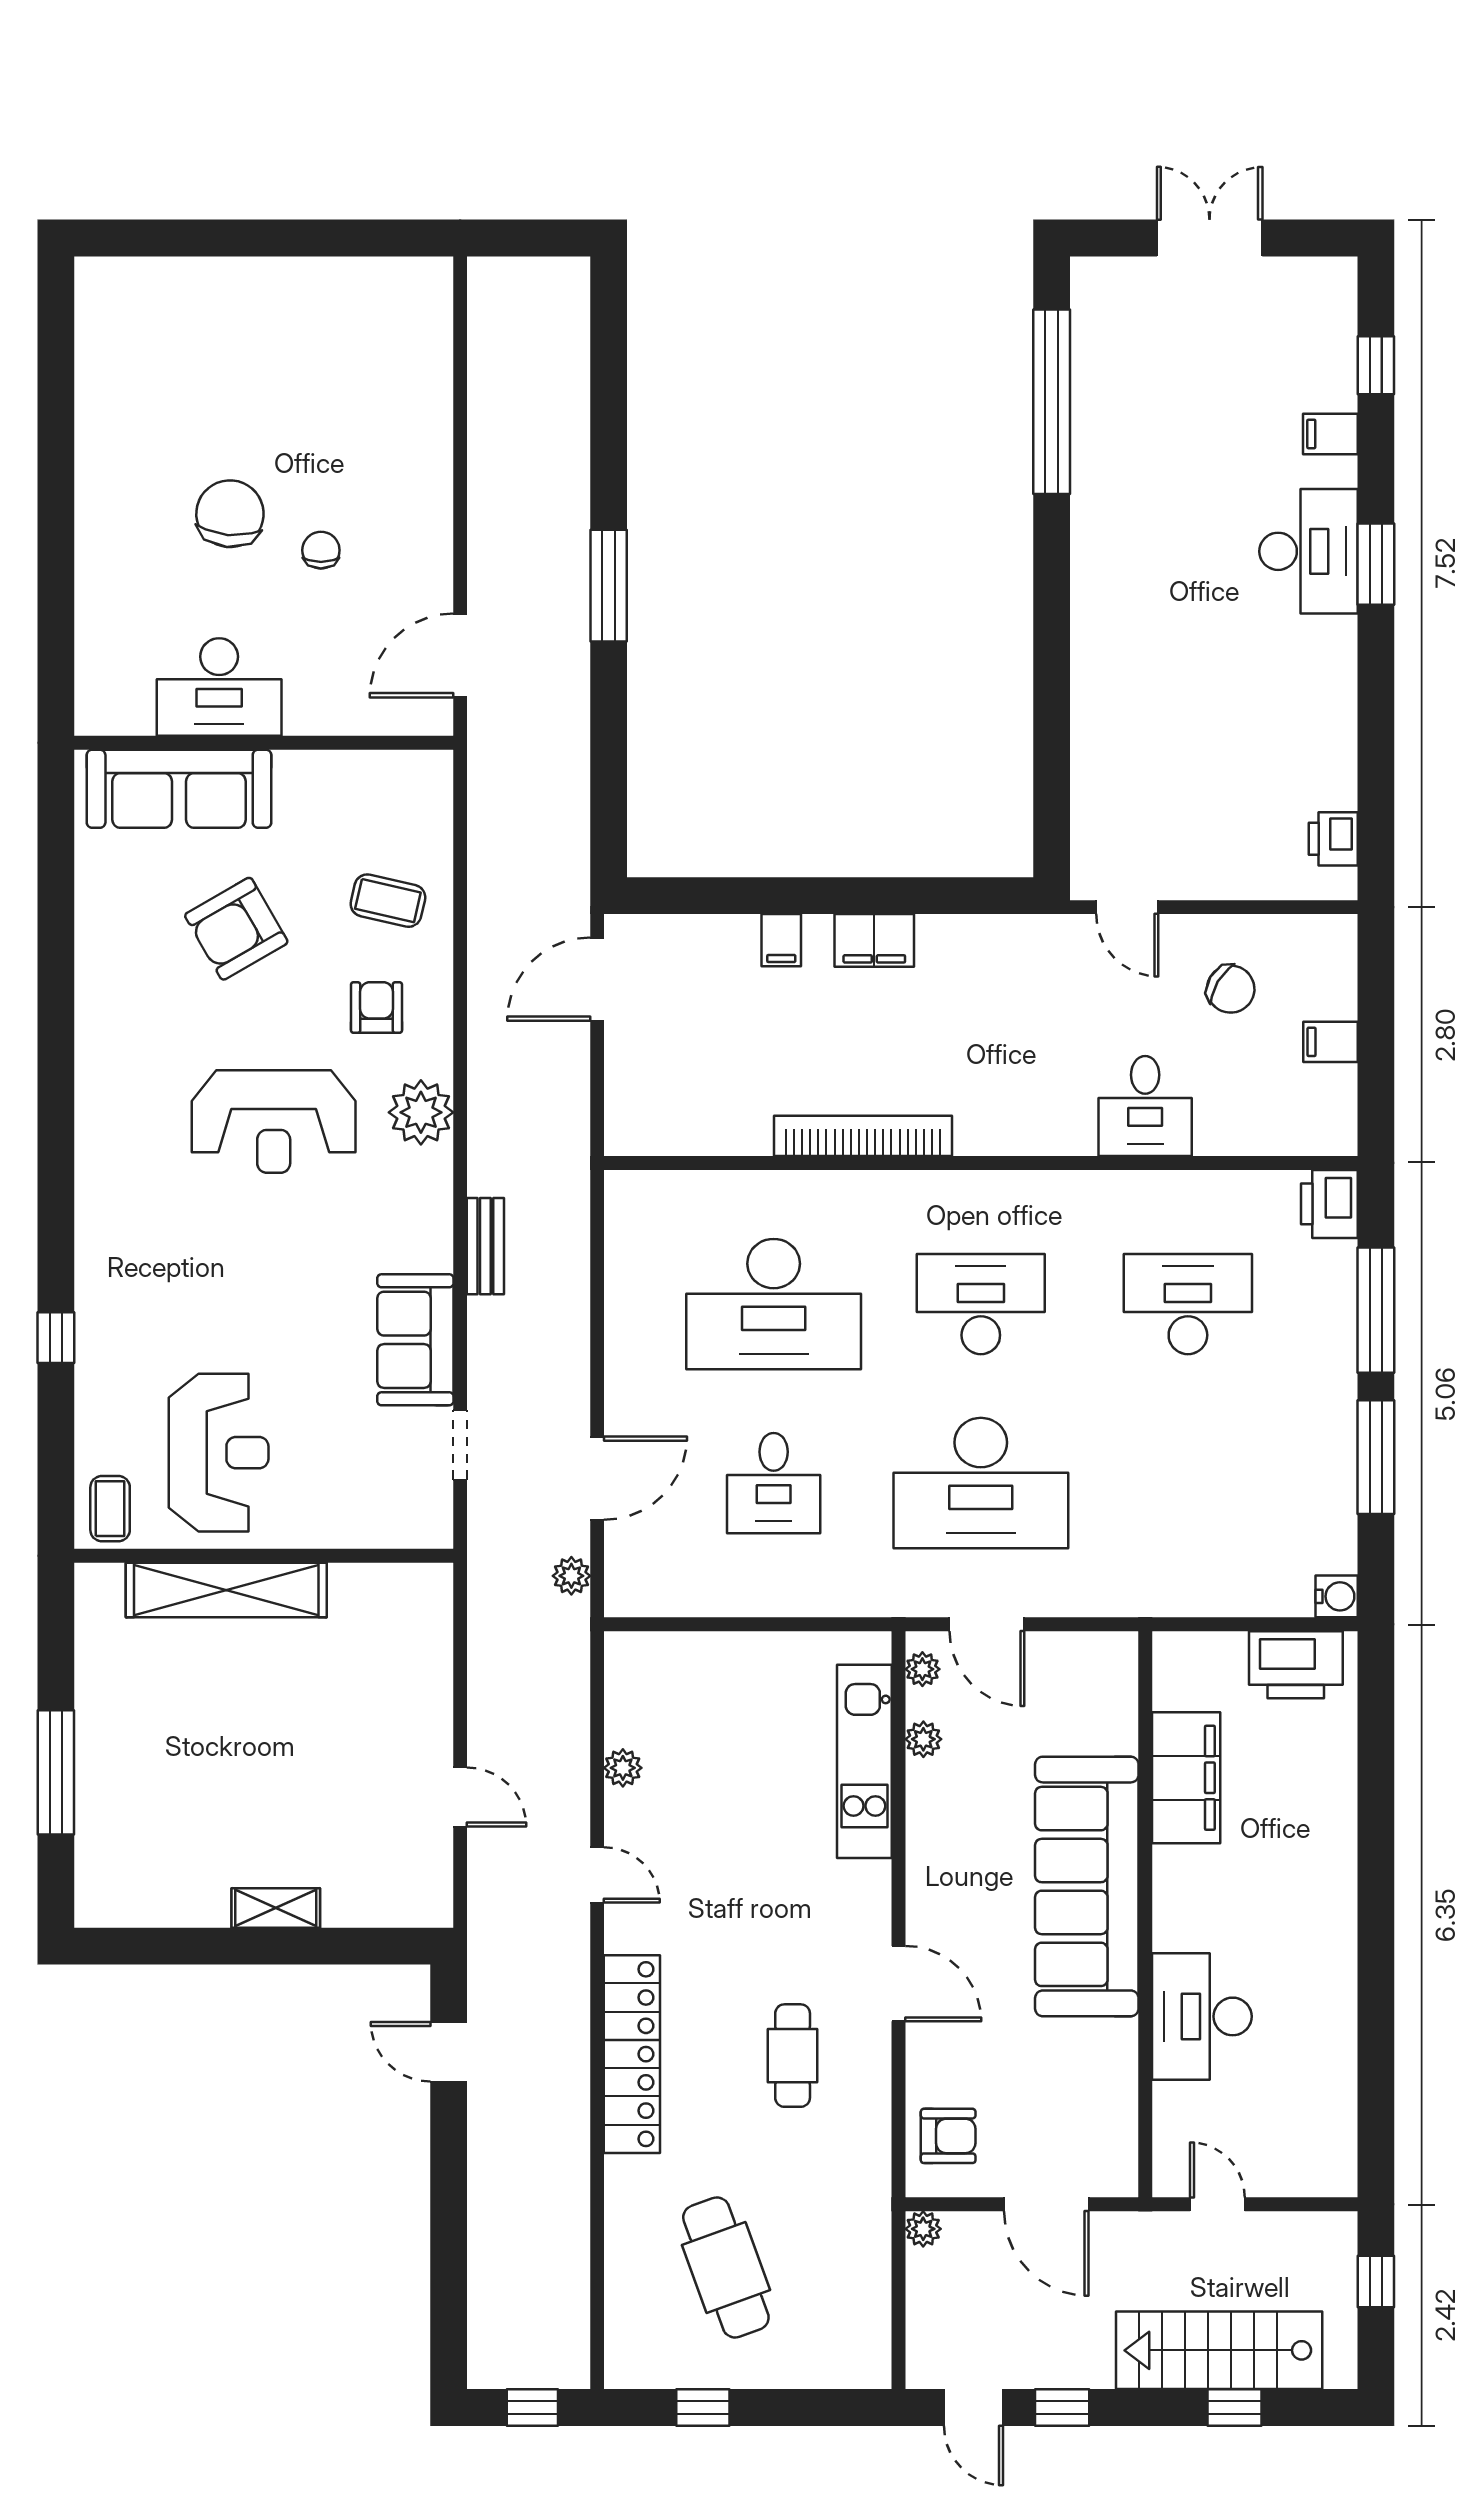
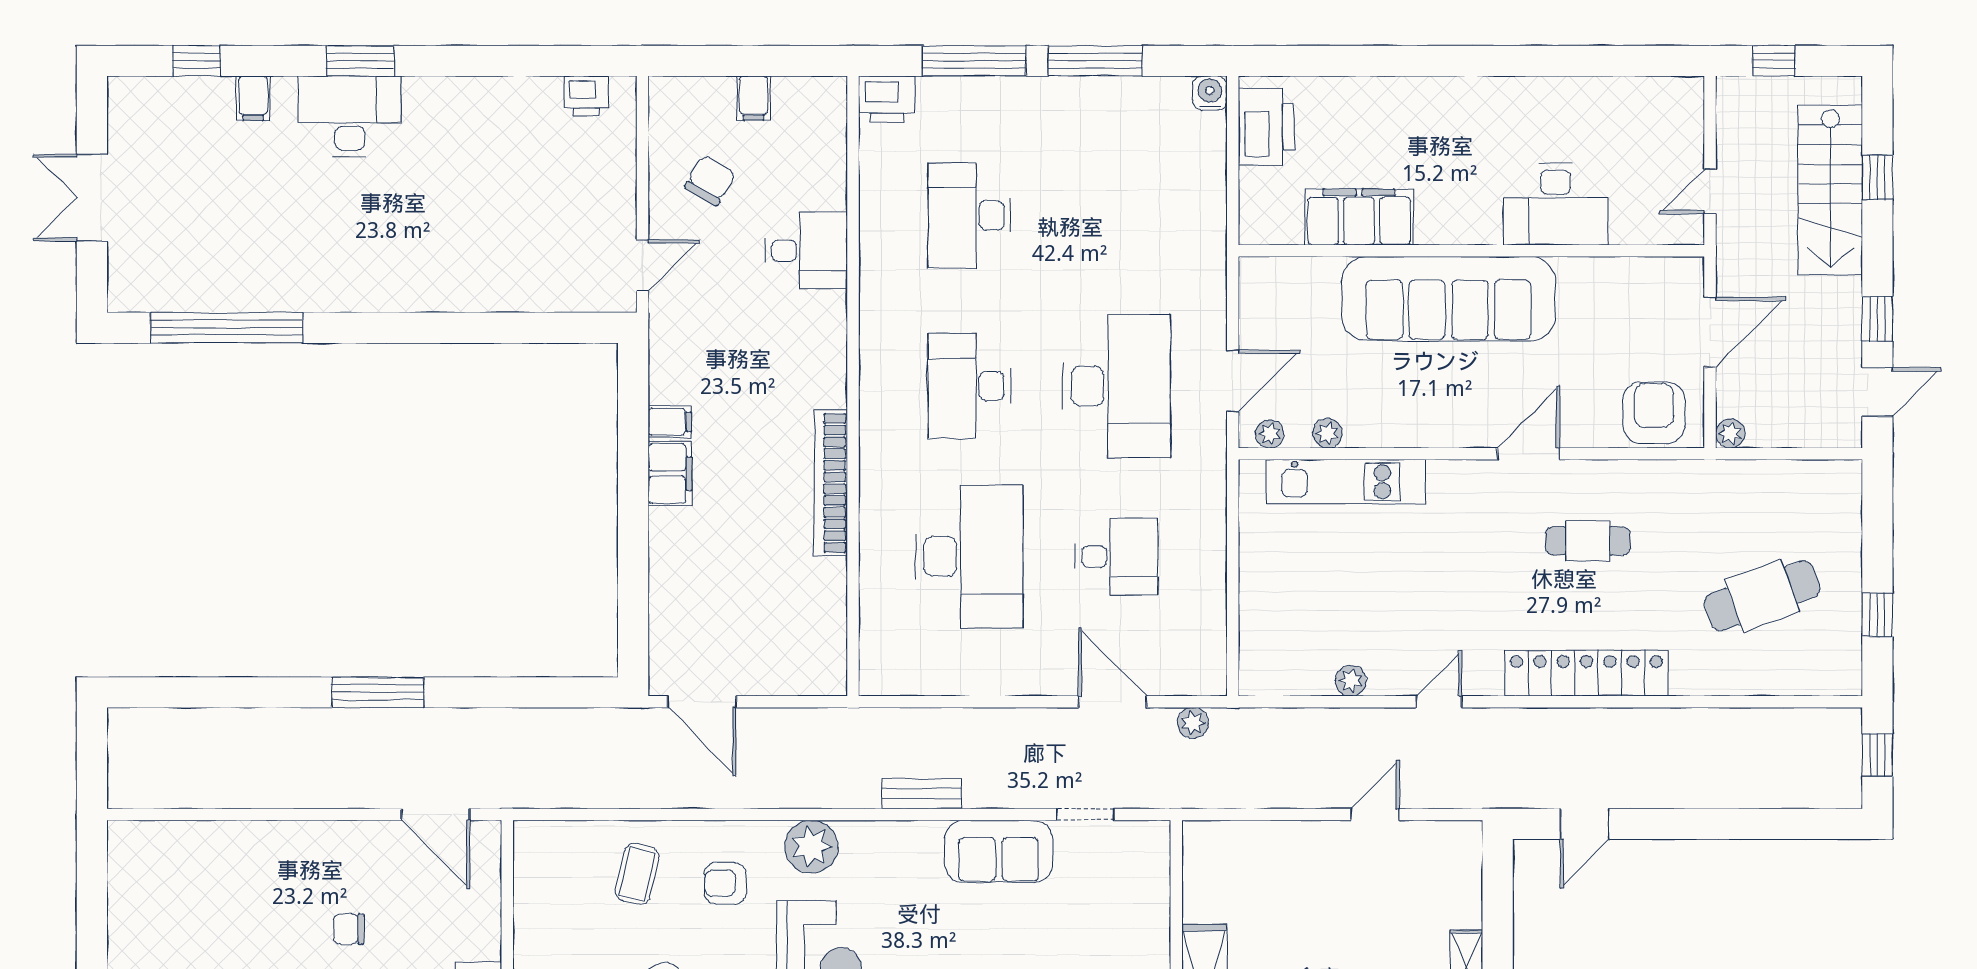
filing cabinet: (781, 940) -> (670, 422), moved
armchair: (948, 2136) -> (1654, 413), width x1.38, depth x1.38

